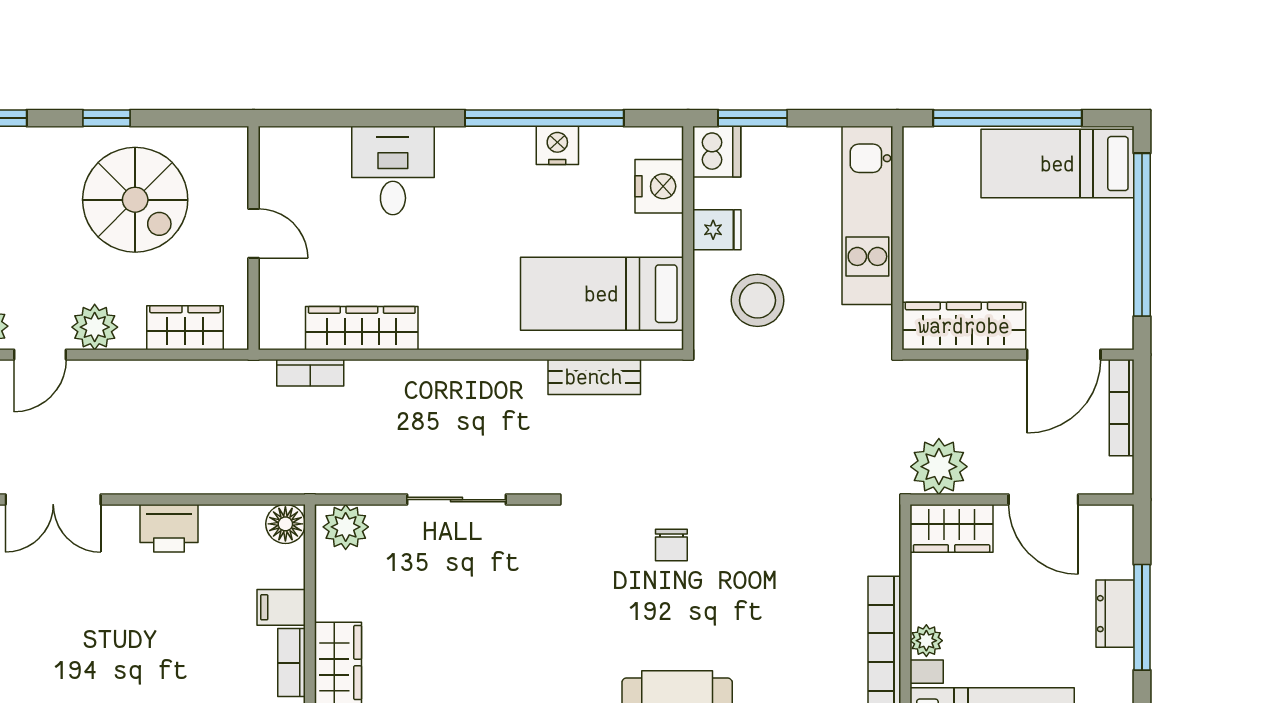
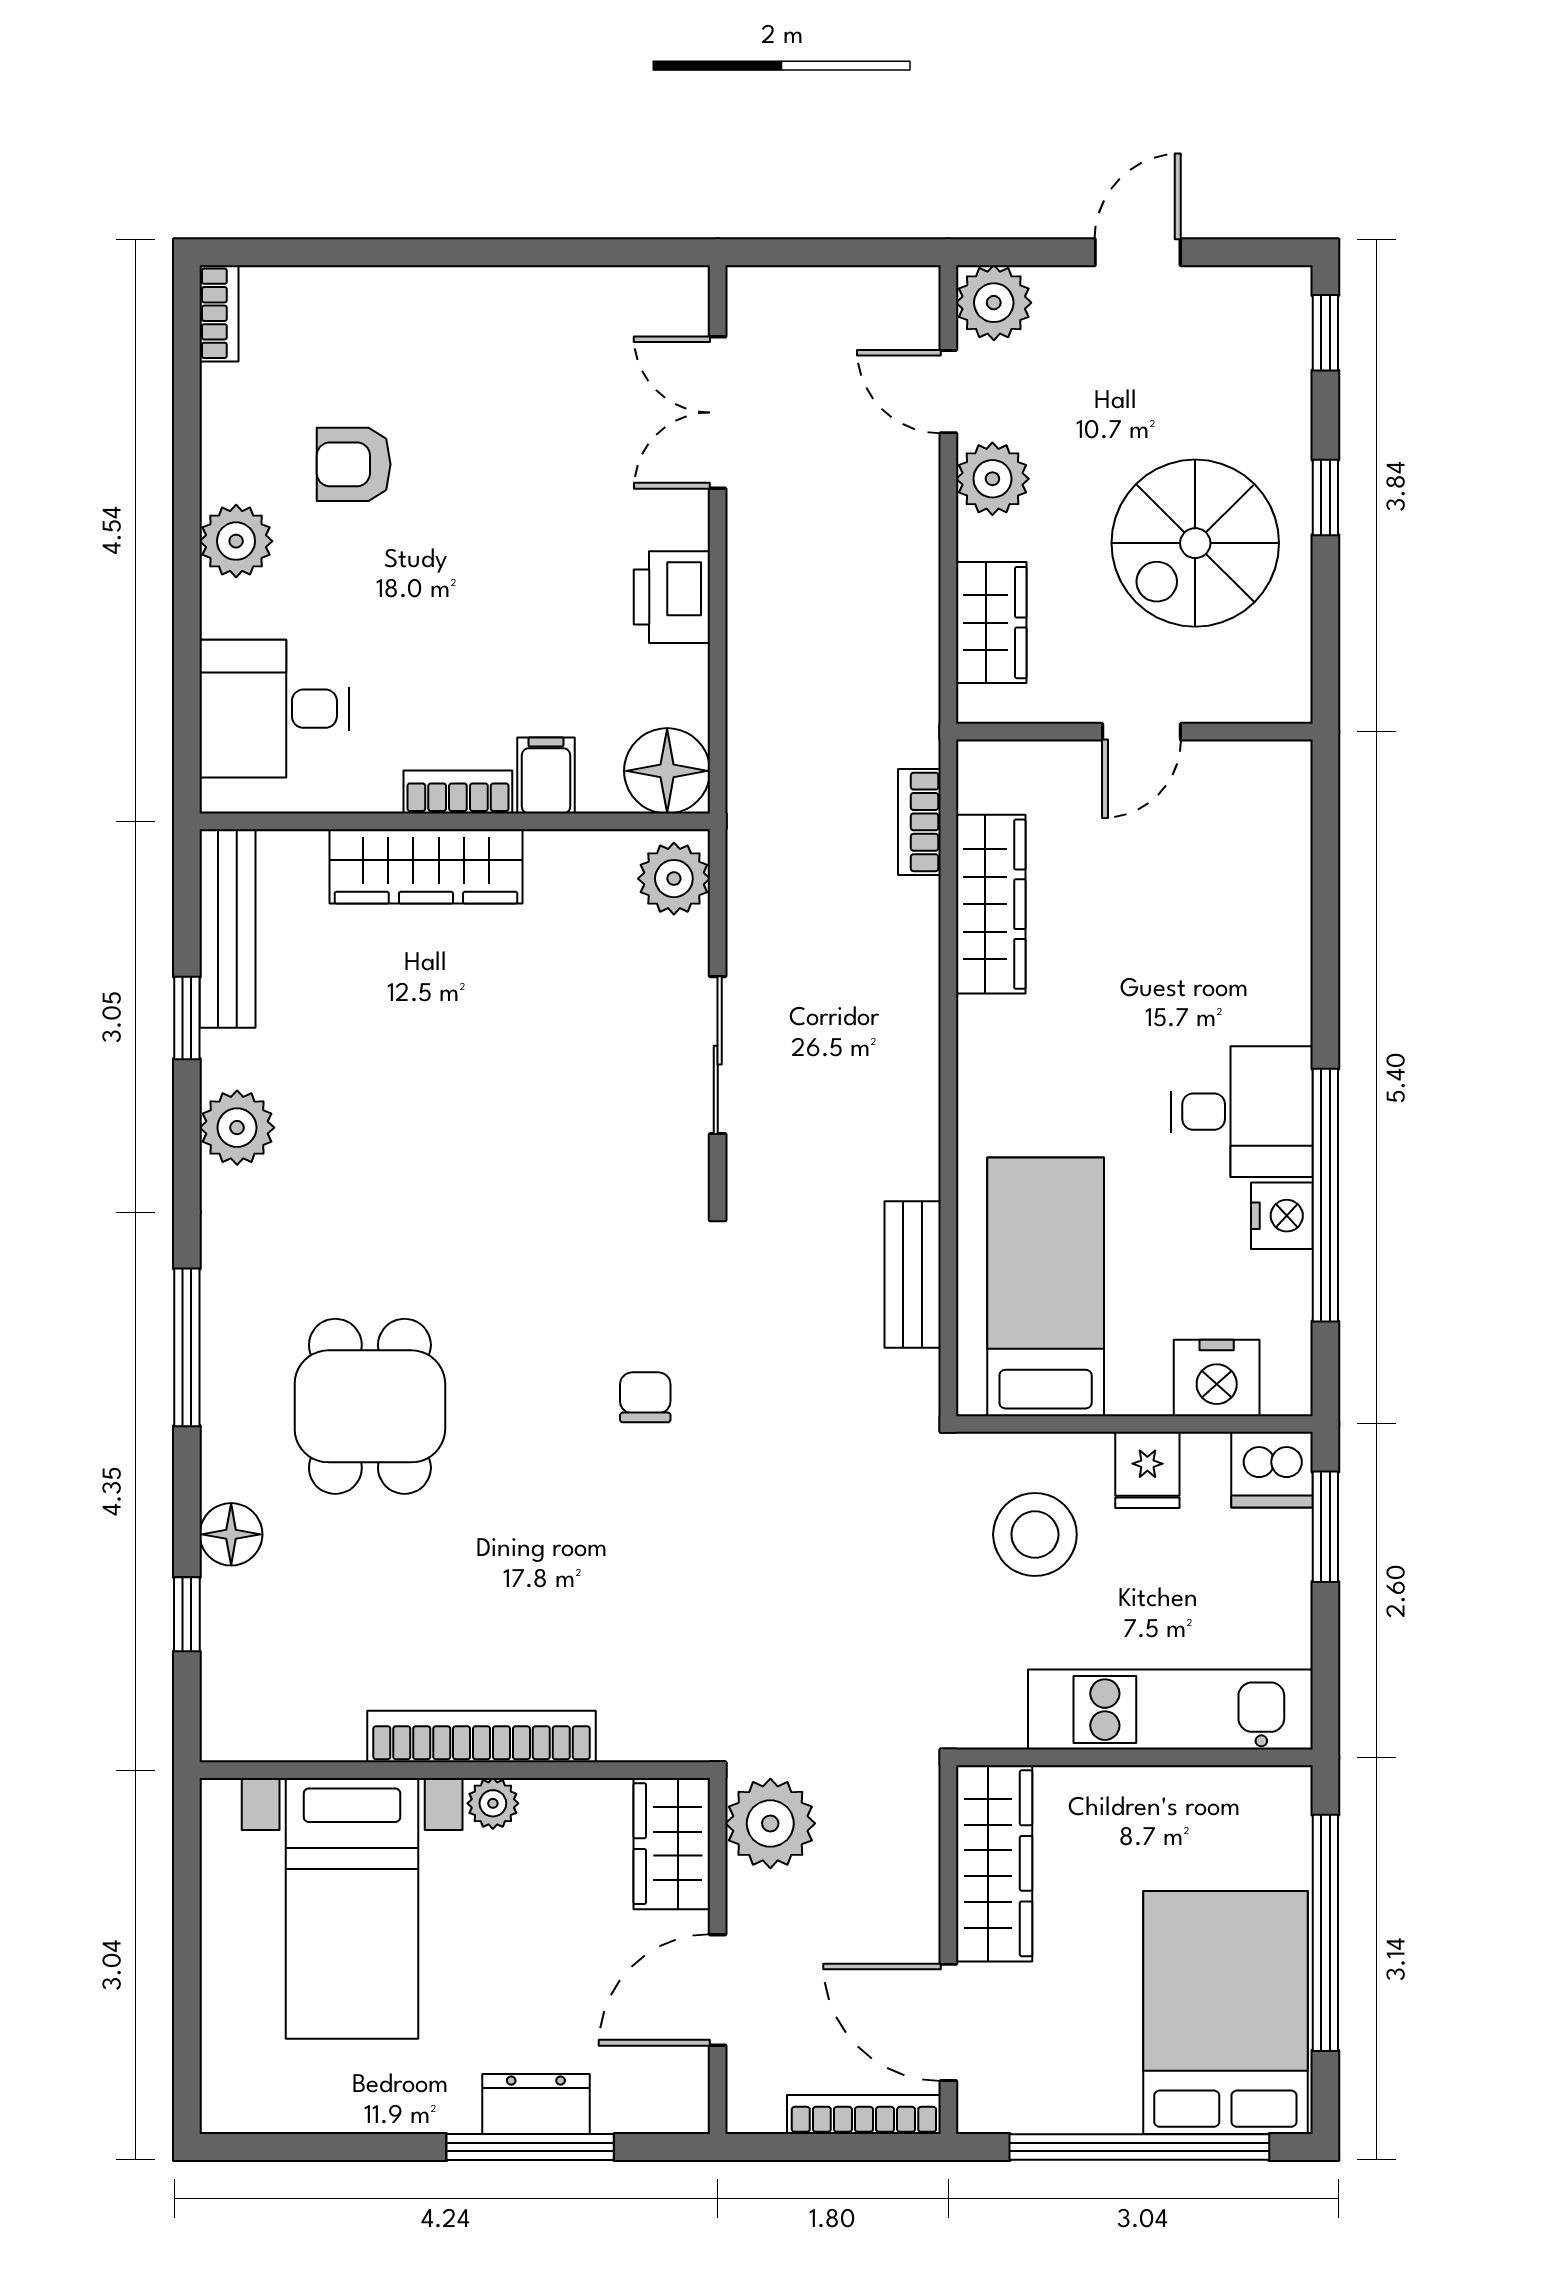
bed: (1058, 164) -> (1225, 2013), width x1.50
desk: (393, 170) -> (1242, 1112), moved
floor lamp: (285, 524) -> (667, 771), width x1.38, depth x1.38
chair: (671, 545) -> (645, 1397), turned 90

